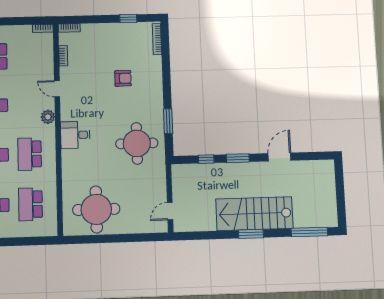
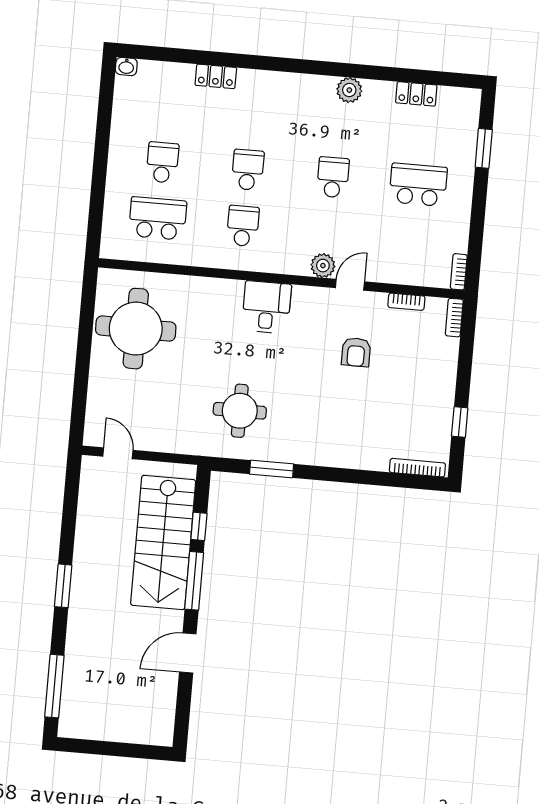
armchair: (123, 78) -> (356, 352), moved
plant: (48, 117) -> (323, 266), moved
round table: (137, 143) -> (240, 411), width x0.73, depth x0.73
school desk: (30, 154) -> (243, 226), width x0.54
door: (279, 157) -> (188, 653), swing flipped
window: (238, 158) -> (194, 581), width x1.44
stairs: (254, 214) -> (163, 543), moved, turned 180

